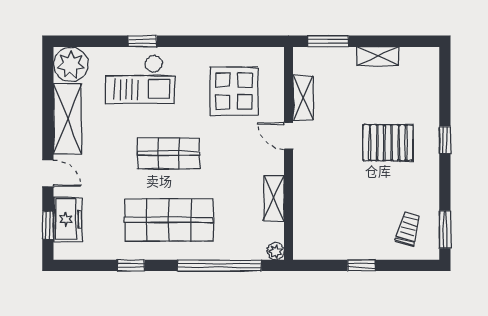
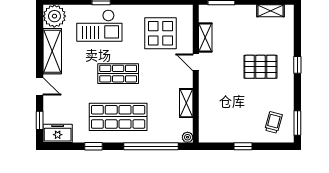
shelving: (378, 56) -> (271, 11), moved
freezer: (68, 219) -> (58, 133), moved, turned -90

